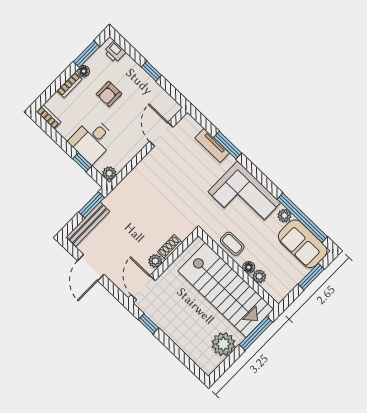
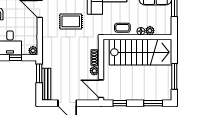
rug: (182, 181) -> (71, 21), added
window: (256, 333) -> (174, 76), moved
plant: (223, 344) -> (164, 79), removed
window: (185, 360) -> (153, 103), added

